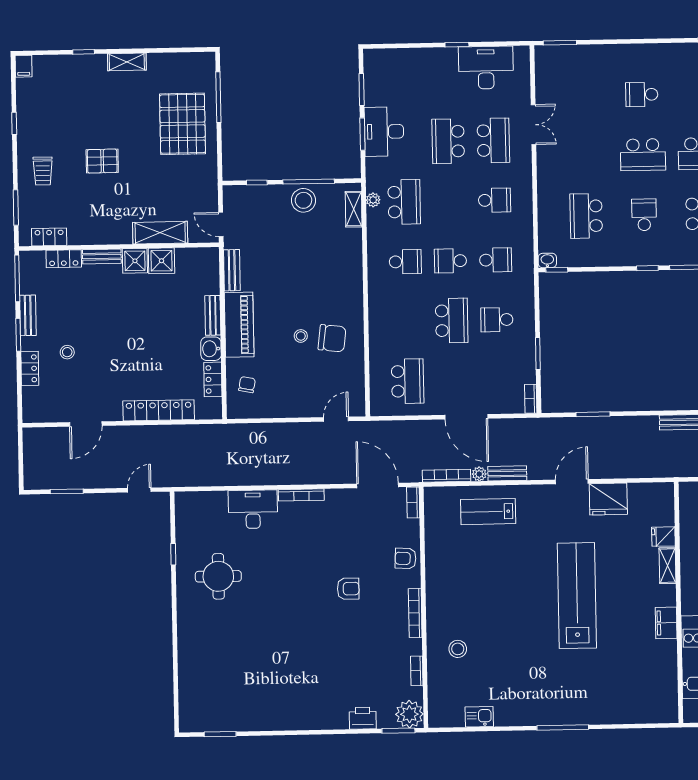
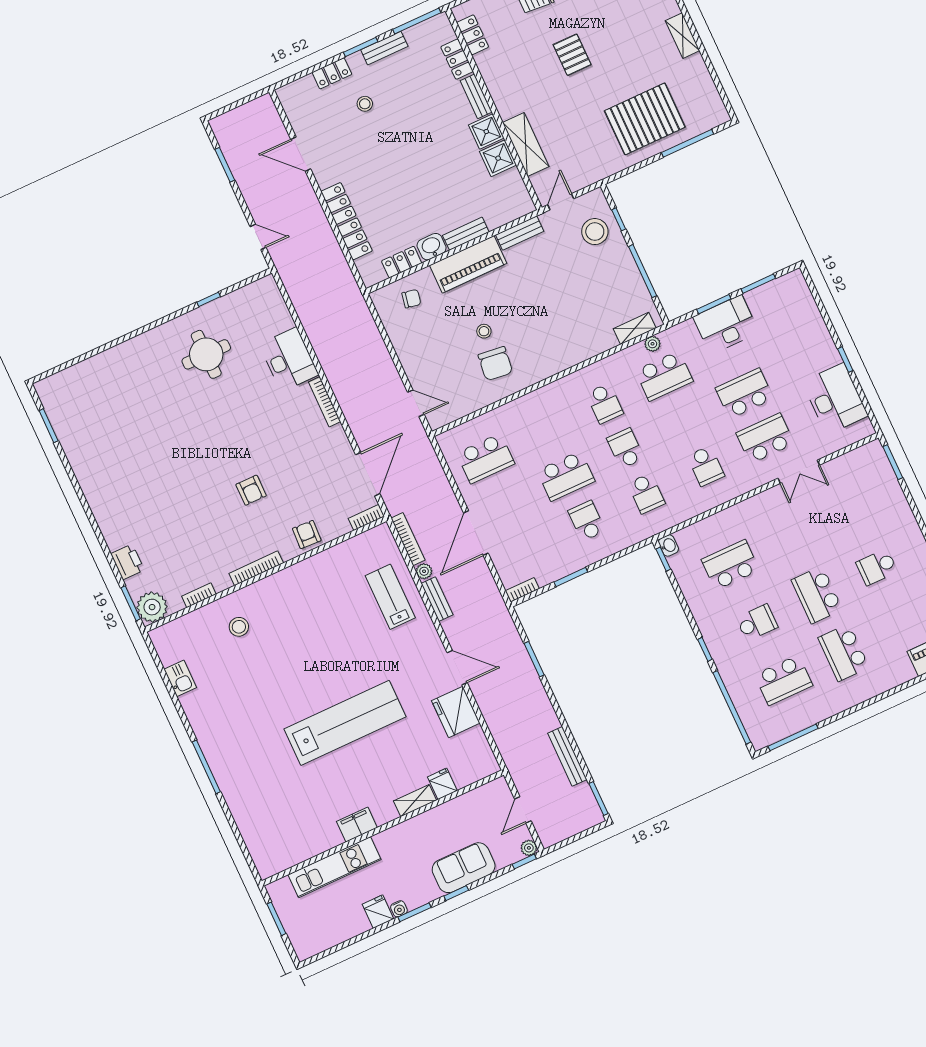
school desk: (642, 94) -> (877, 567), turned -90
school desk: (493, 140) -> (765, 438), turned 180
stool: (303, 200) -> (595, 232), moved

